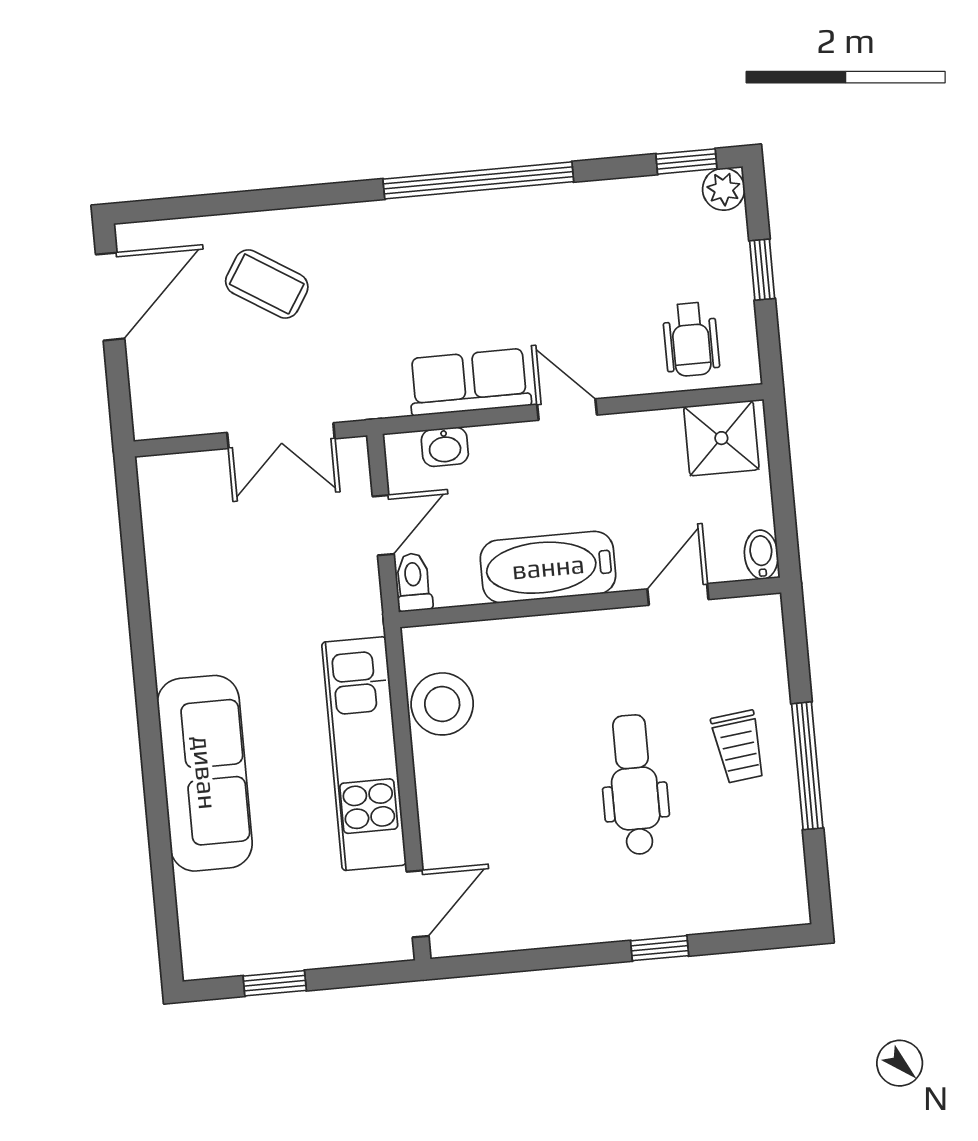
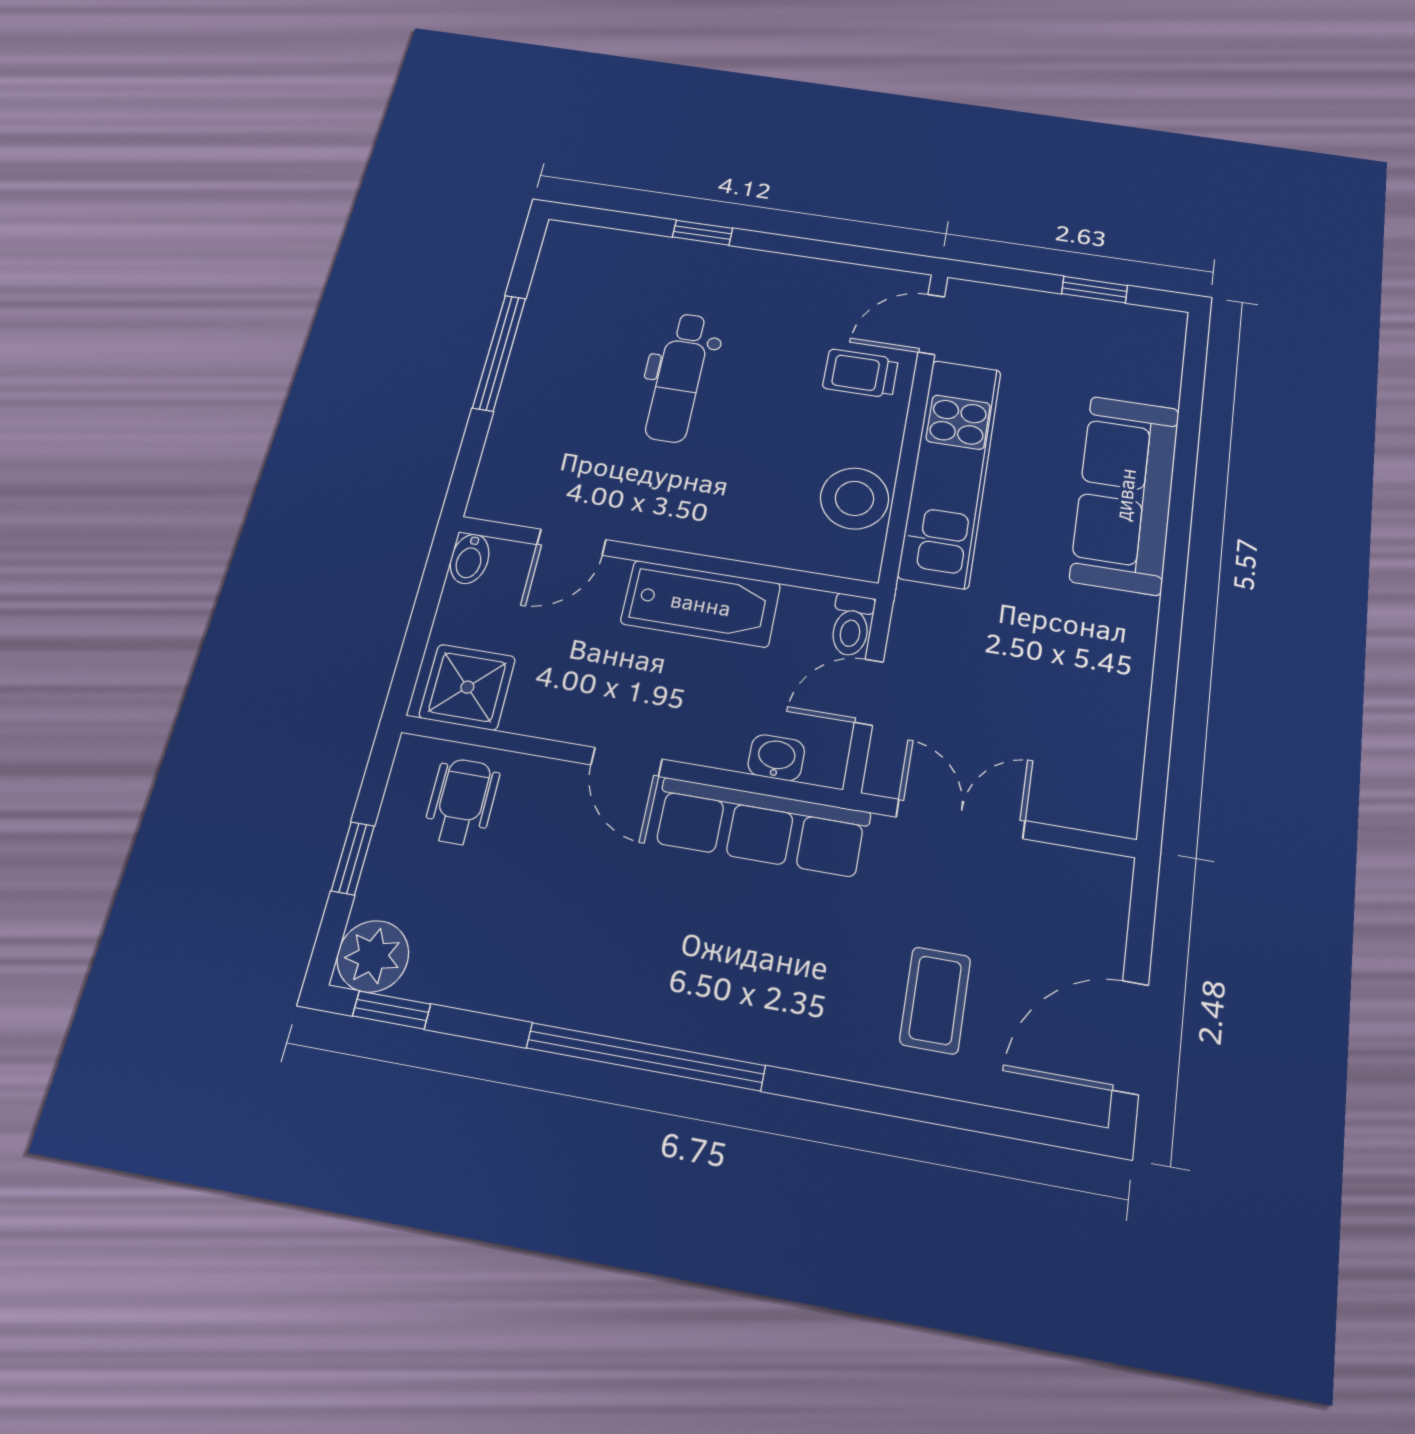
plant: (724, 189) -> (373, 956), width x1.38, depth x1.38
coffee table: (267, 284) -> (935, 1000), turned 58
row of seats: (469, 382) -> (761, 827), width x1.48
trolley: (739, 747) -> (860, 373), moved, turned -83

